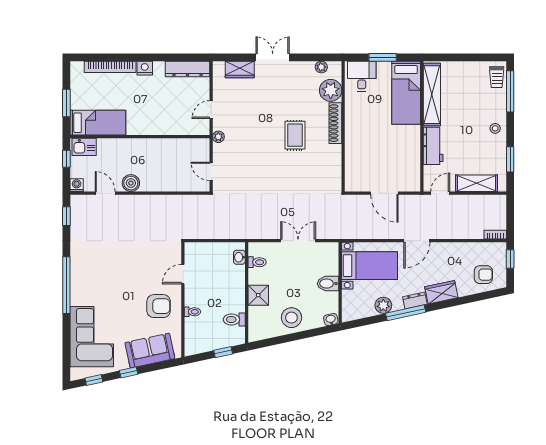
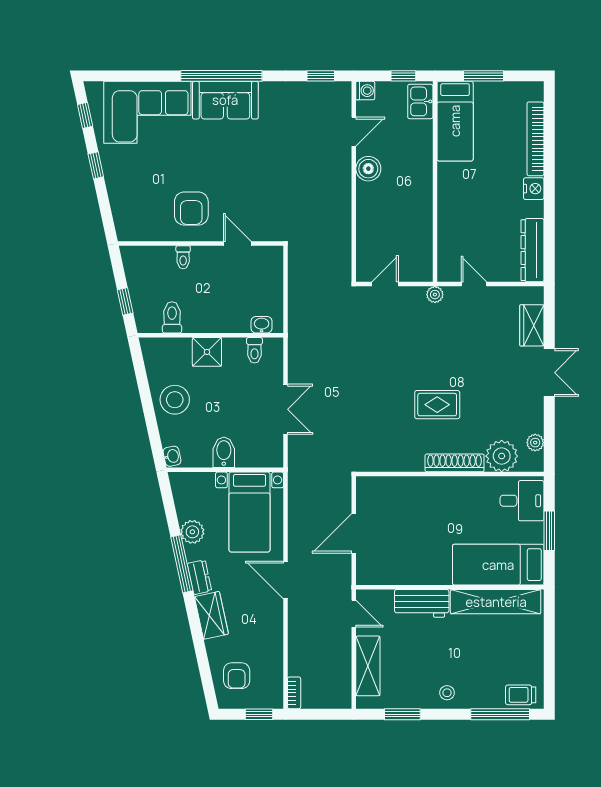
sofa: (150, 351) -> (225, 100), moved, turned 102

